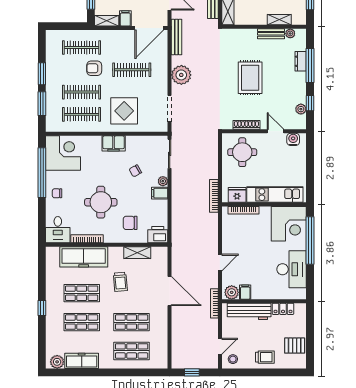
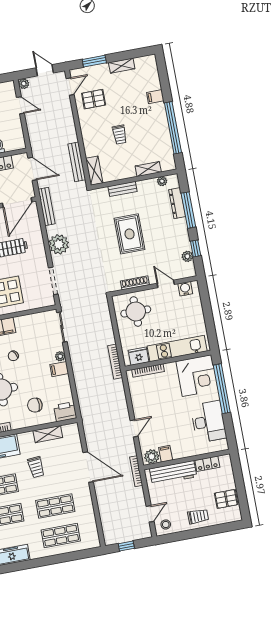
bench: (271, 34) -> (123, 189), moved
dresser: (301, 61) -> (177, 203), width x1.44
chair: (135, 171) -> (13, 356), moved

